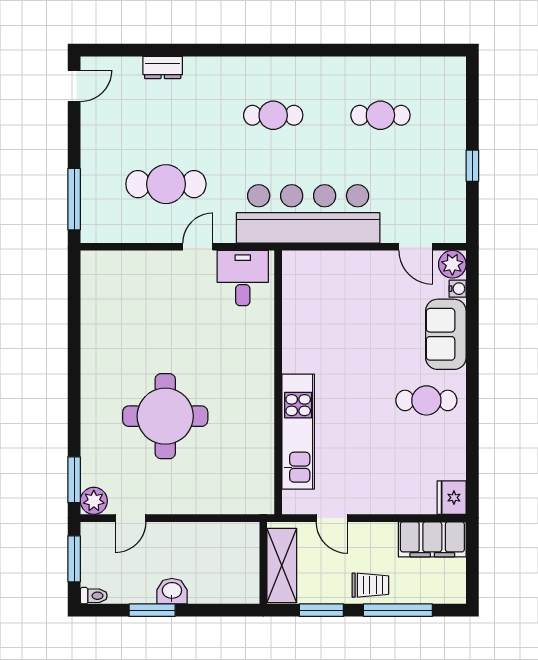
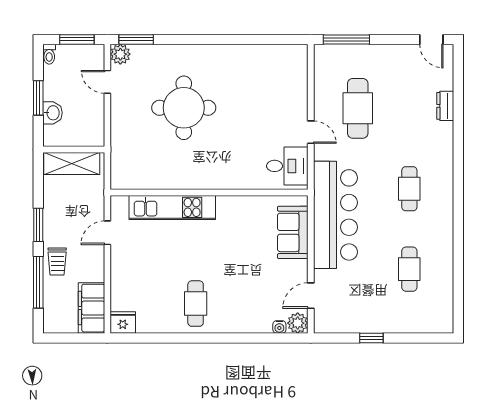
sofa: (446, 334) -> (293, 232), moved, turned -90
wall: (263, 563) -> (74, 150), moved
shelving: (282, 566) -> (72, 163), moved

